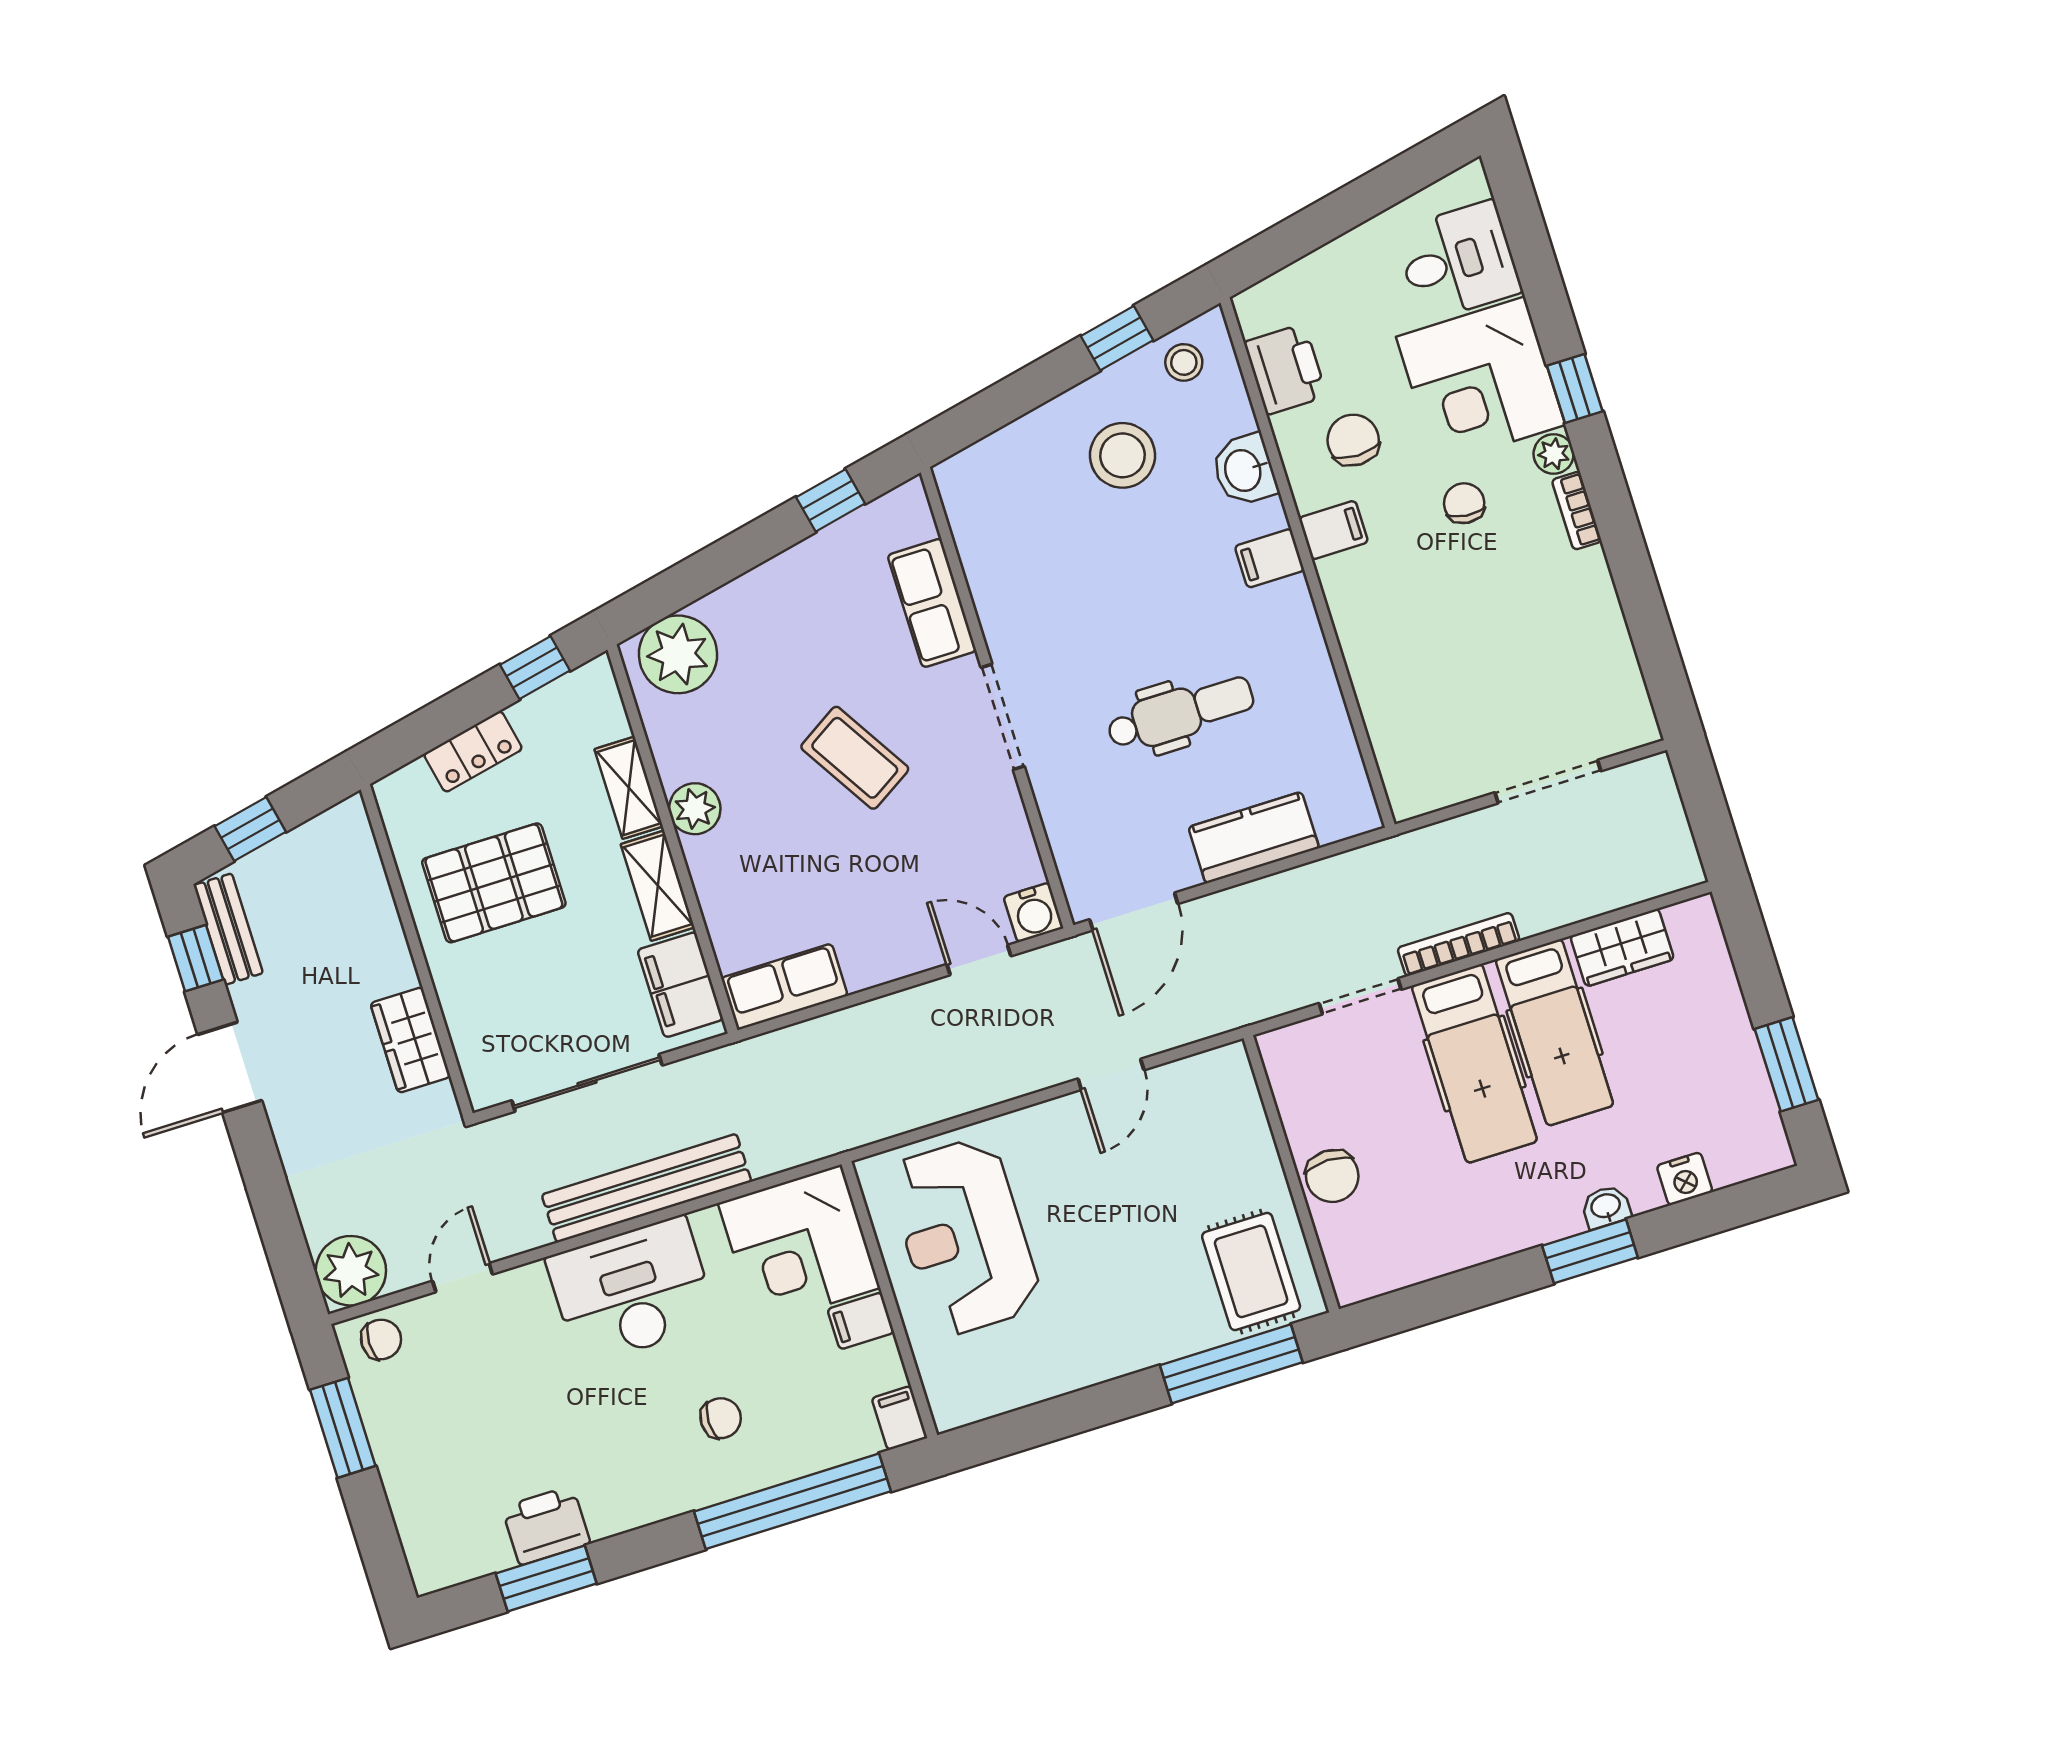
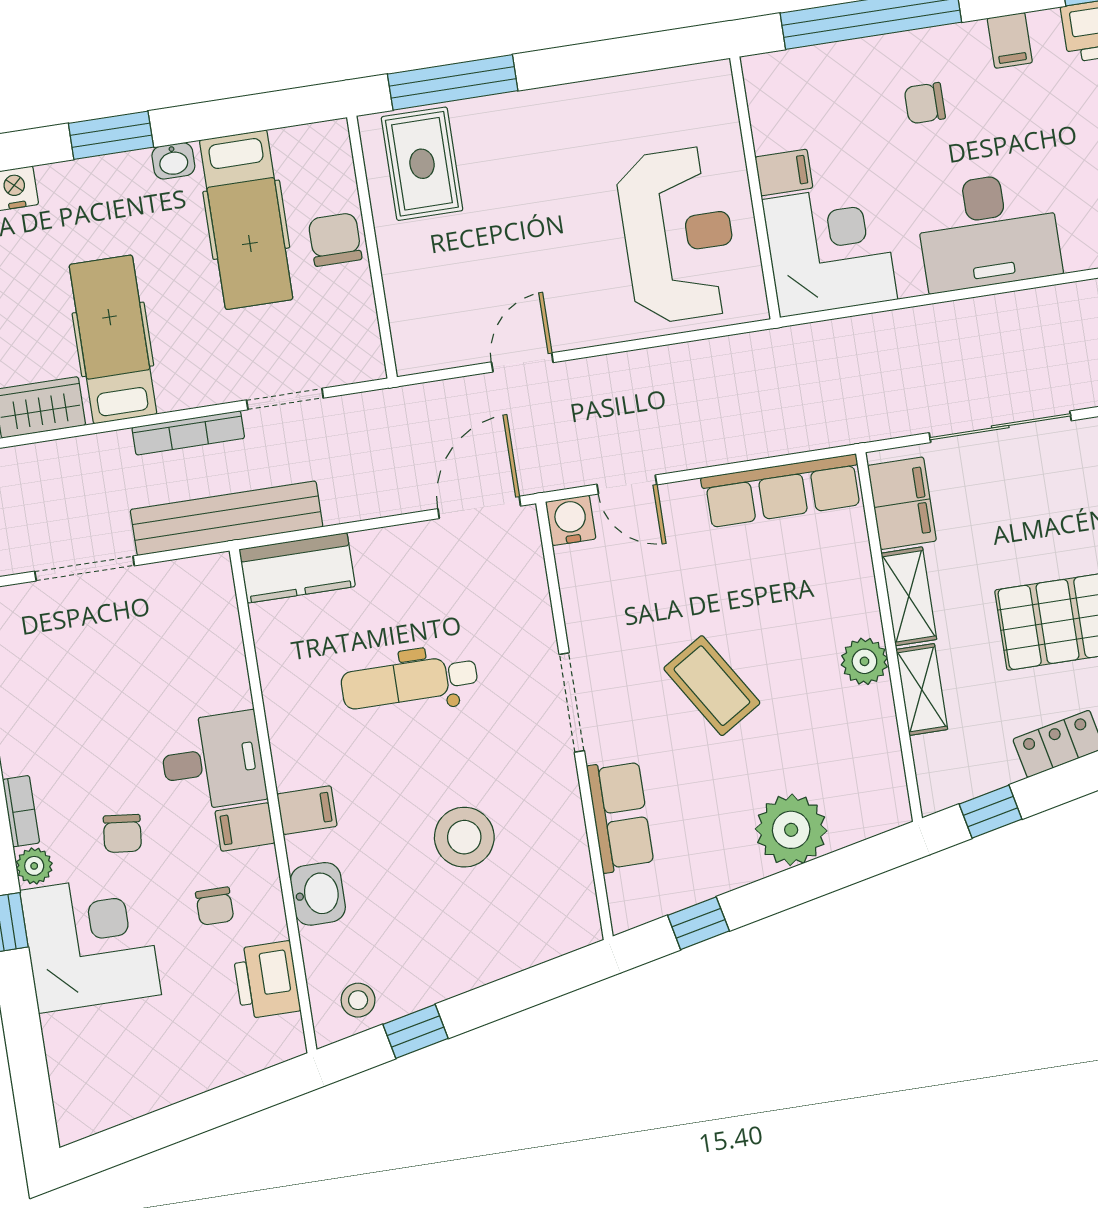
desk: (1458, 261) -> (213, 761), moved, turned 180
chair: (1353, 440) -> (215, 906), width x0.73, depth x0.73
stool: (1123, 455) -> (464, 837), moved
plant: (678, 654) -> (791, 830), moved
kitchen counter: (1254, 838) -> (297, 568), moved
row of seats: (784, 987) -> (782, 491), width x1.48
hospital bed: (1474, 1064) -> (246, 220), moved, turned 180
bench: (647, 1188) -> (227, 518), moved
washbasin: (1606, 1207) -> (173, 161), moved
filing cabinet: (899, 1418) -> (1010, 40), moved

